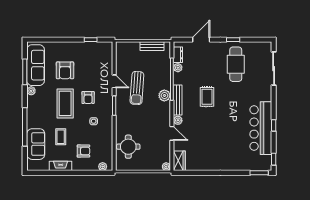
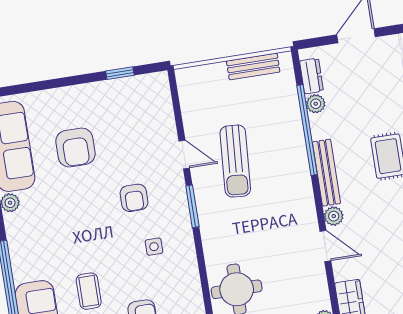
plant: (164, 95) -> (297, 168), removed
coffee table: (65, 103) -> (87, 218), removed

